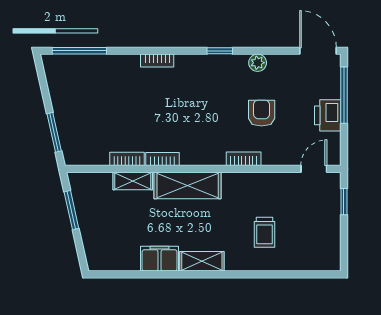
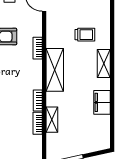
shelving: (188, 185) -> (55, 70), moved
shelving: (202, 261) -> (104, 63), moved

